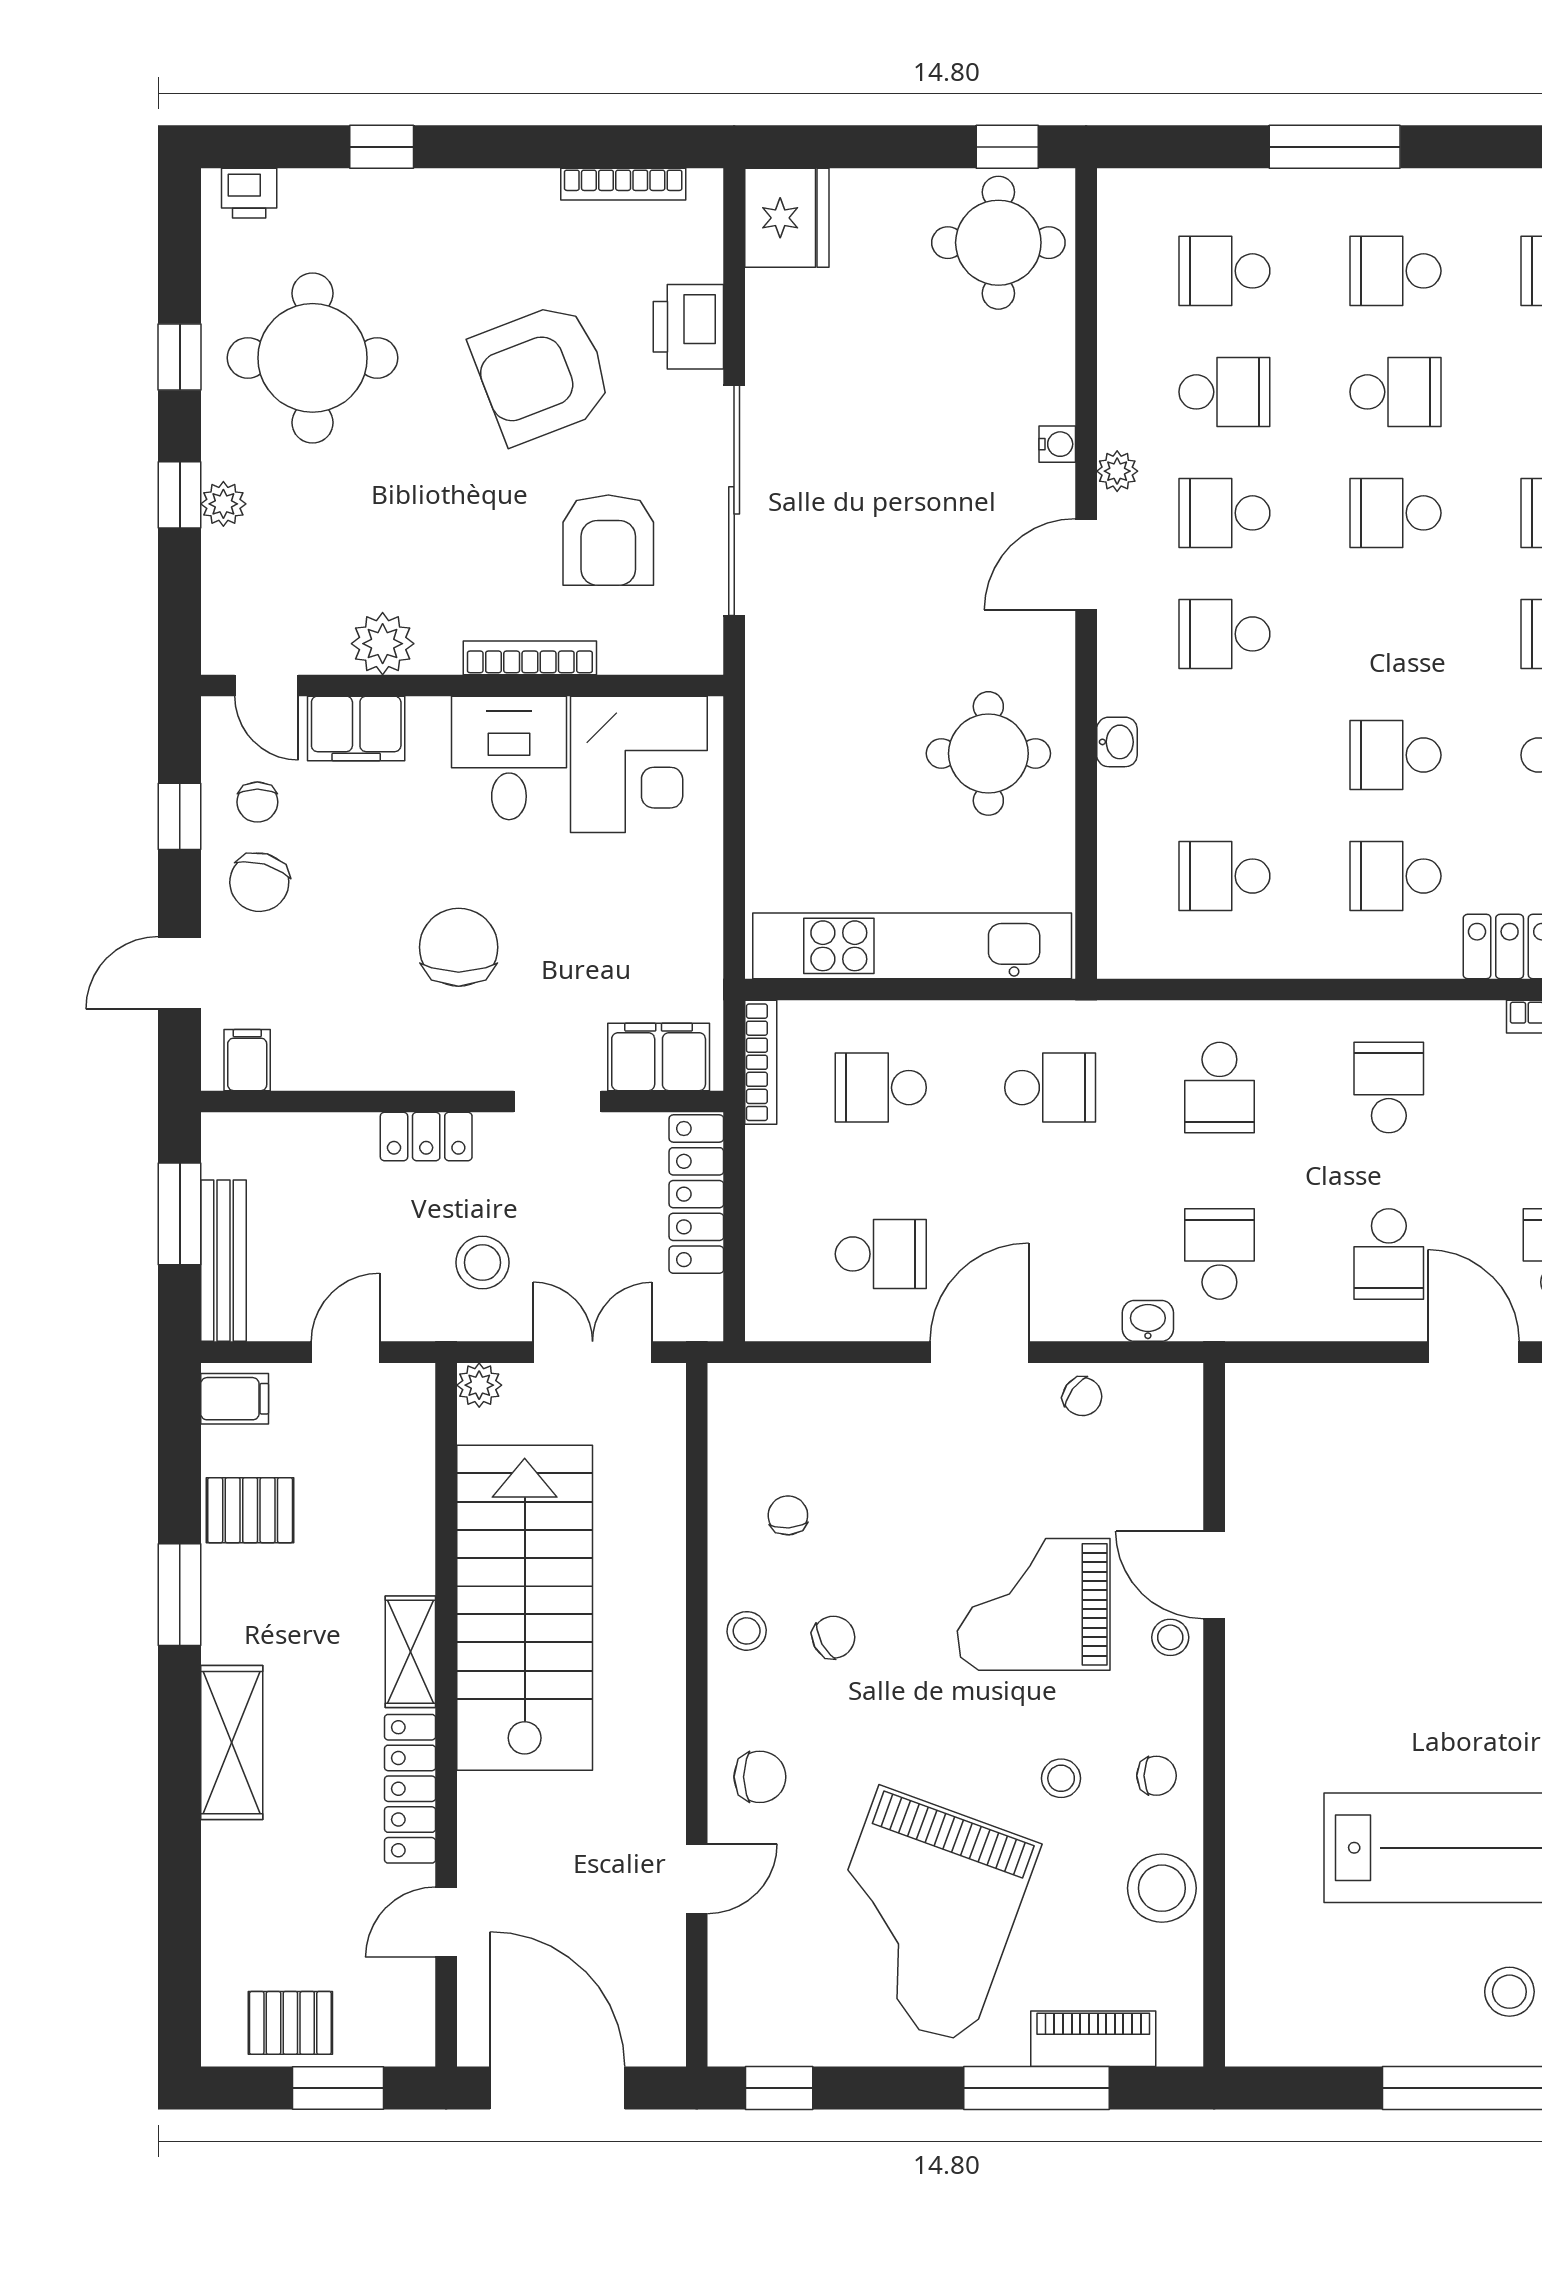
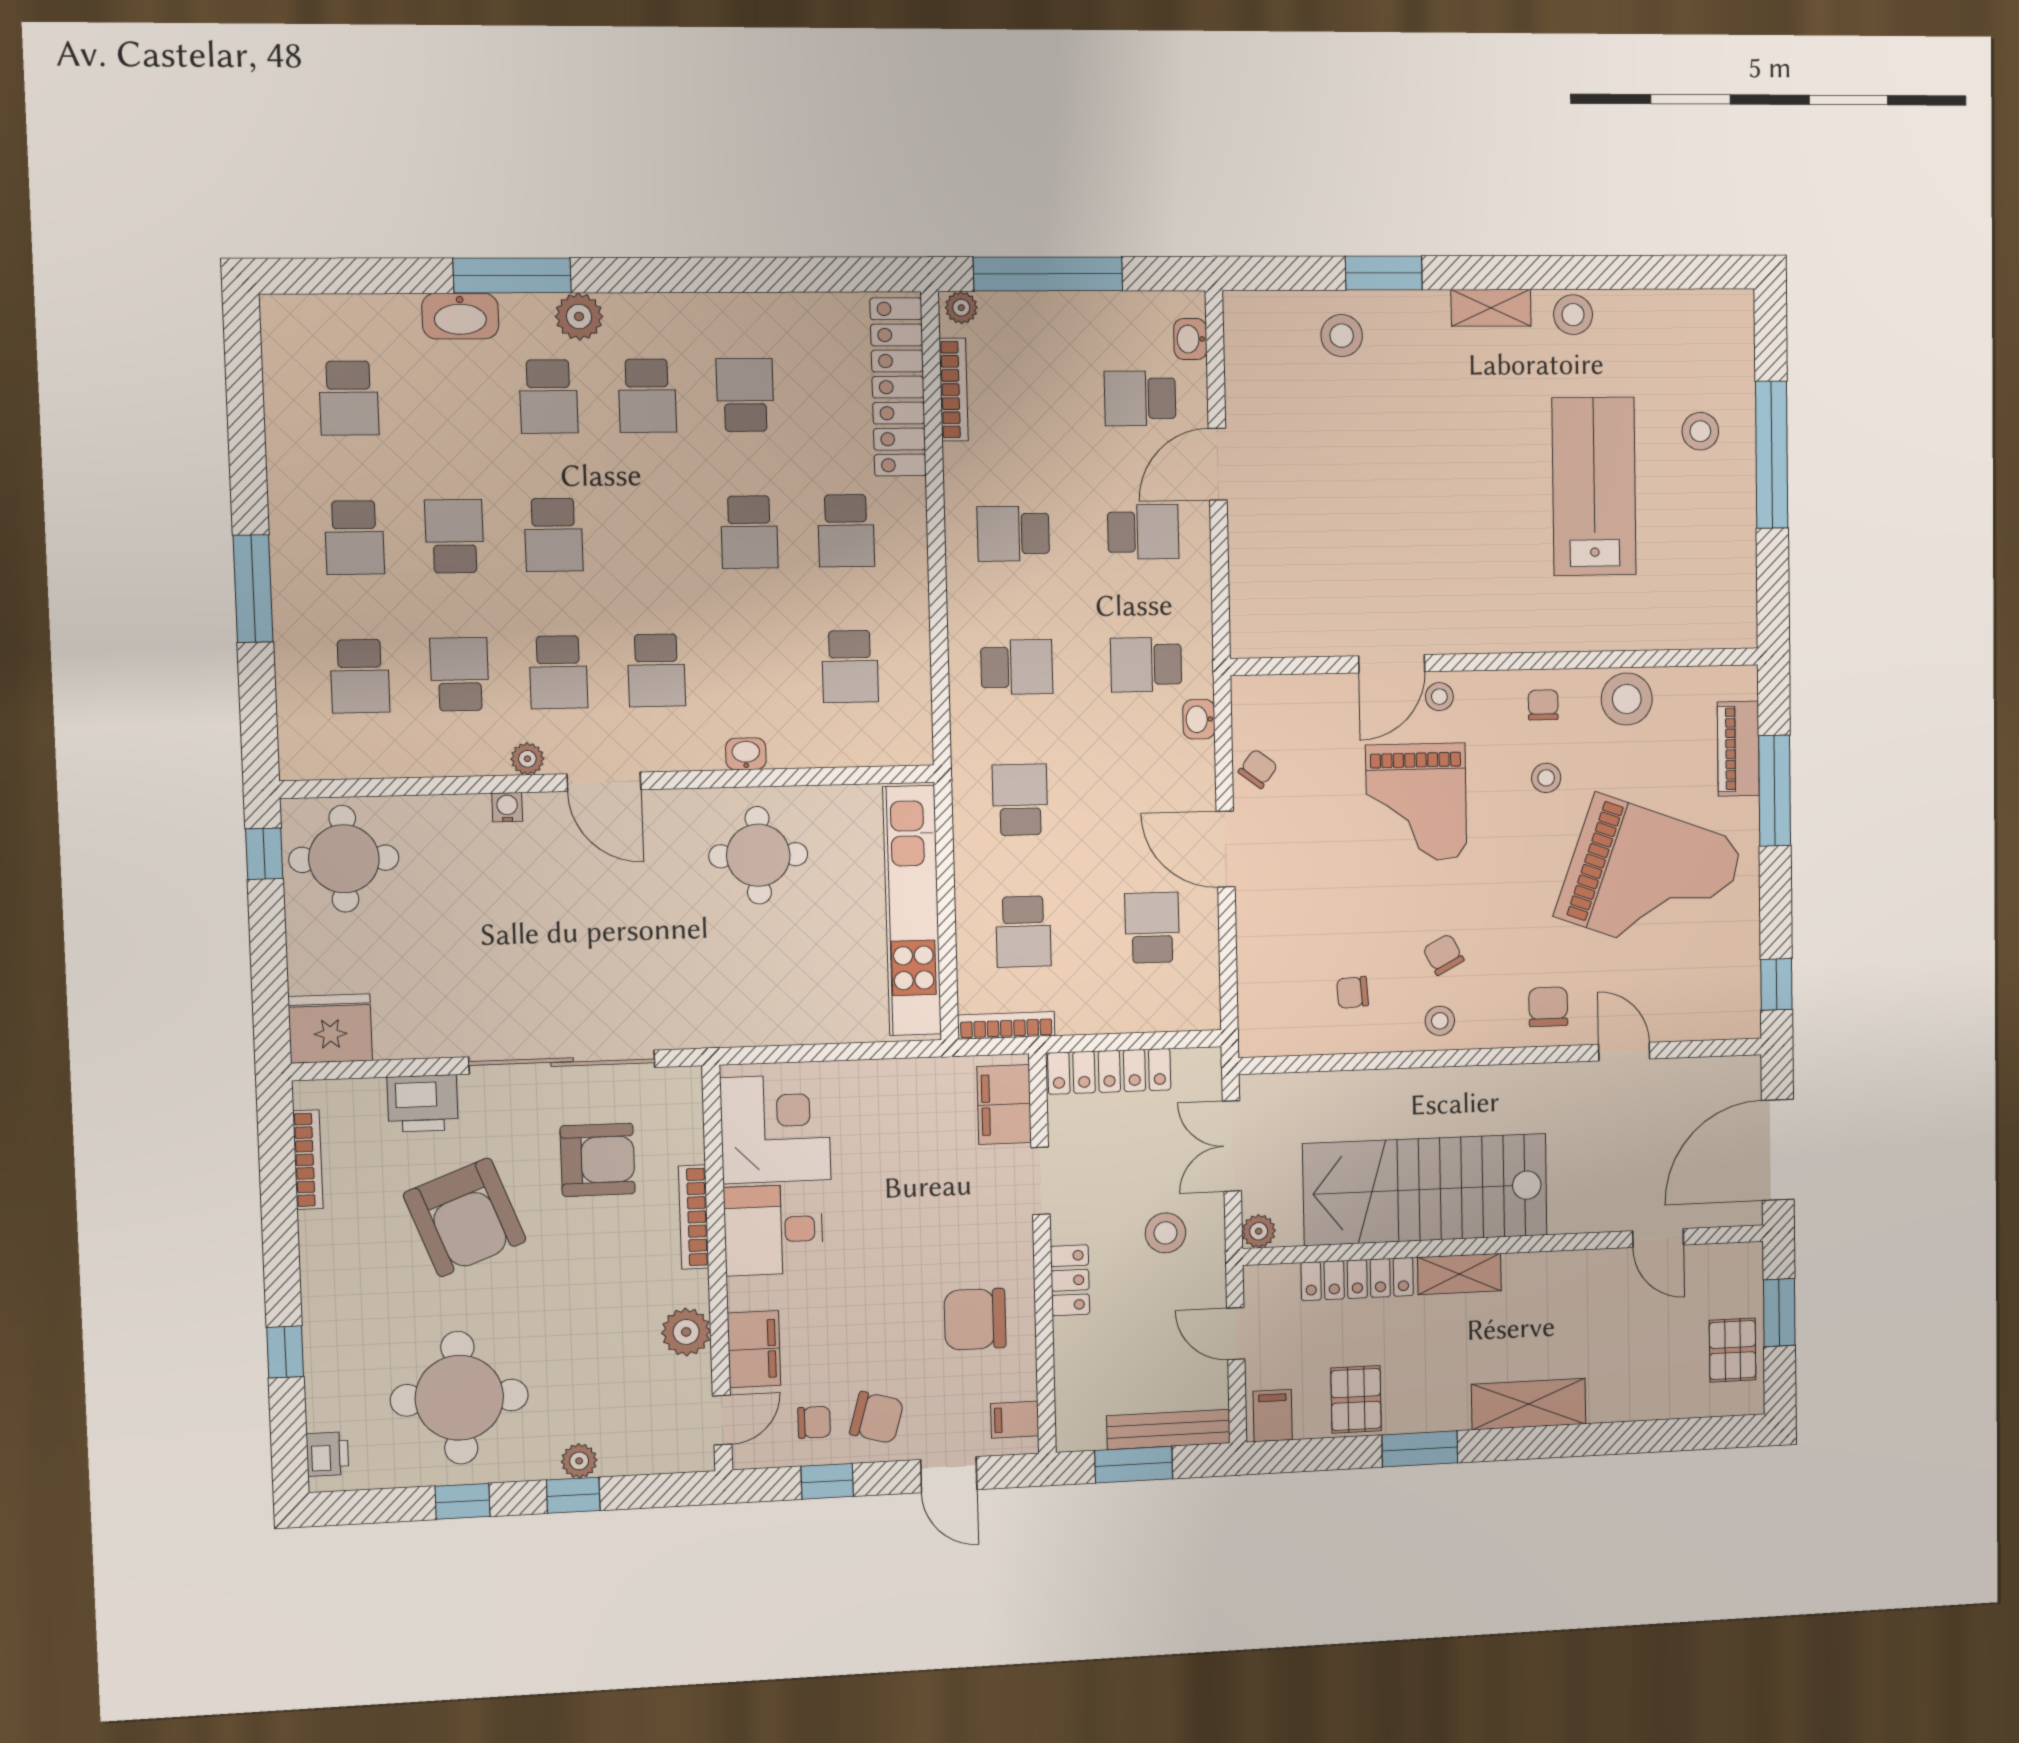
chair: (459, 947) -> (975, 1319), moved
locker: (410, 1789) -> (1357, 1279), moved

